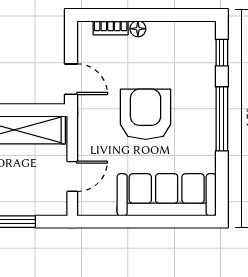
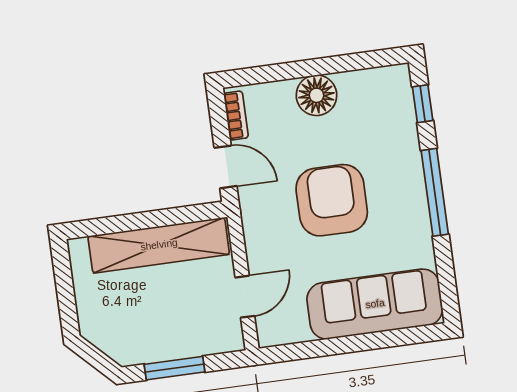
bookcase: (111, 28) -> (236, 116), moved, turned -90
floor lamp: (138, 29) -> (316, 95), width x1.89, depth x1.89

